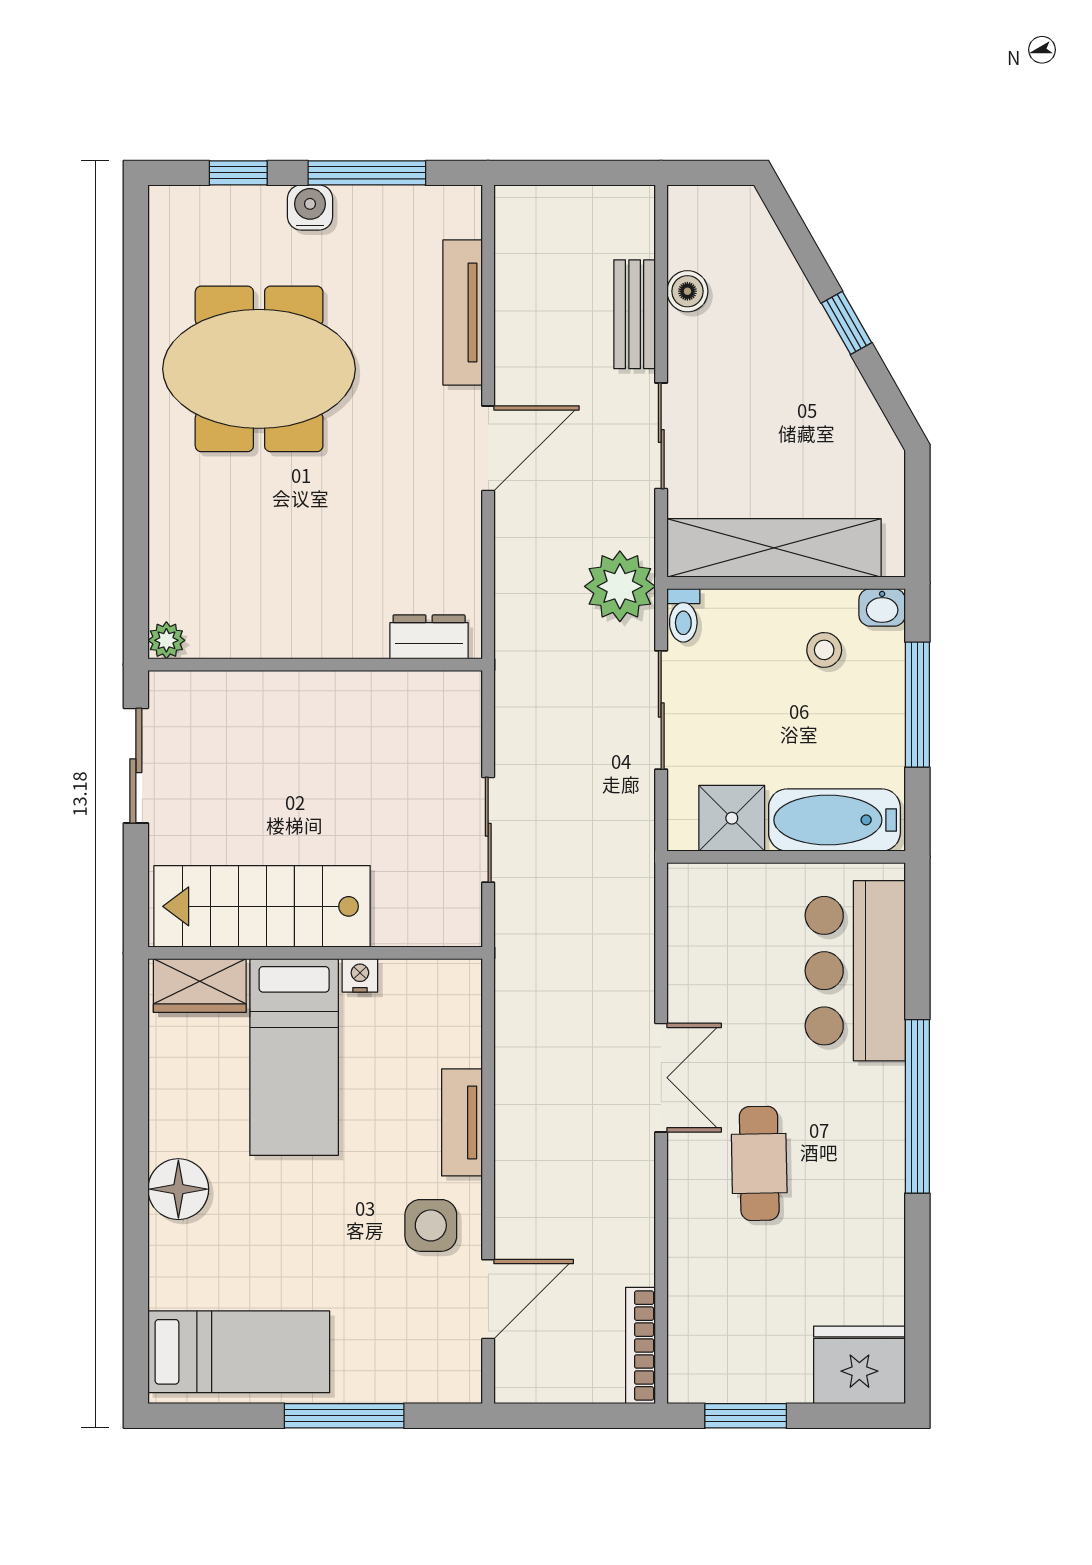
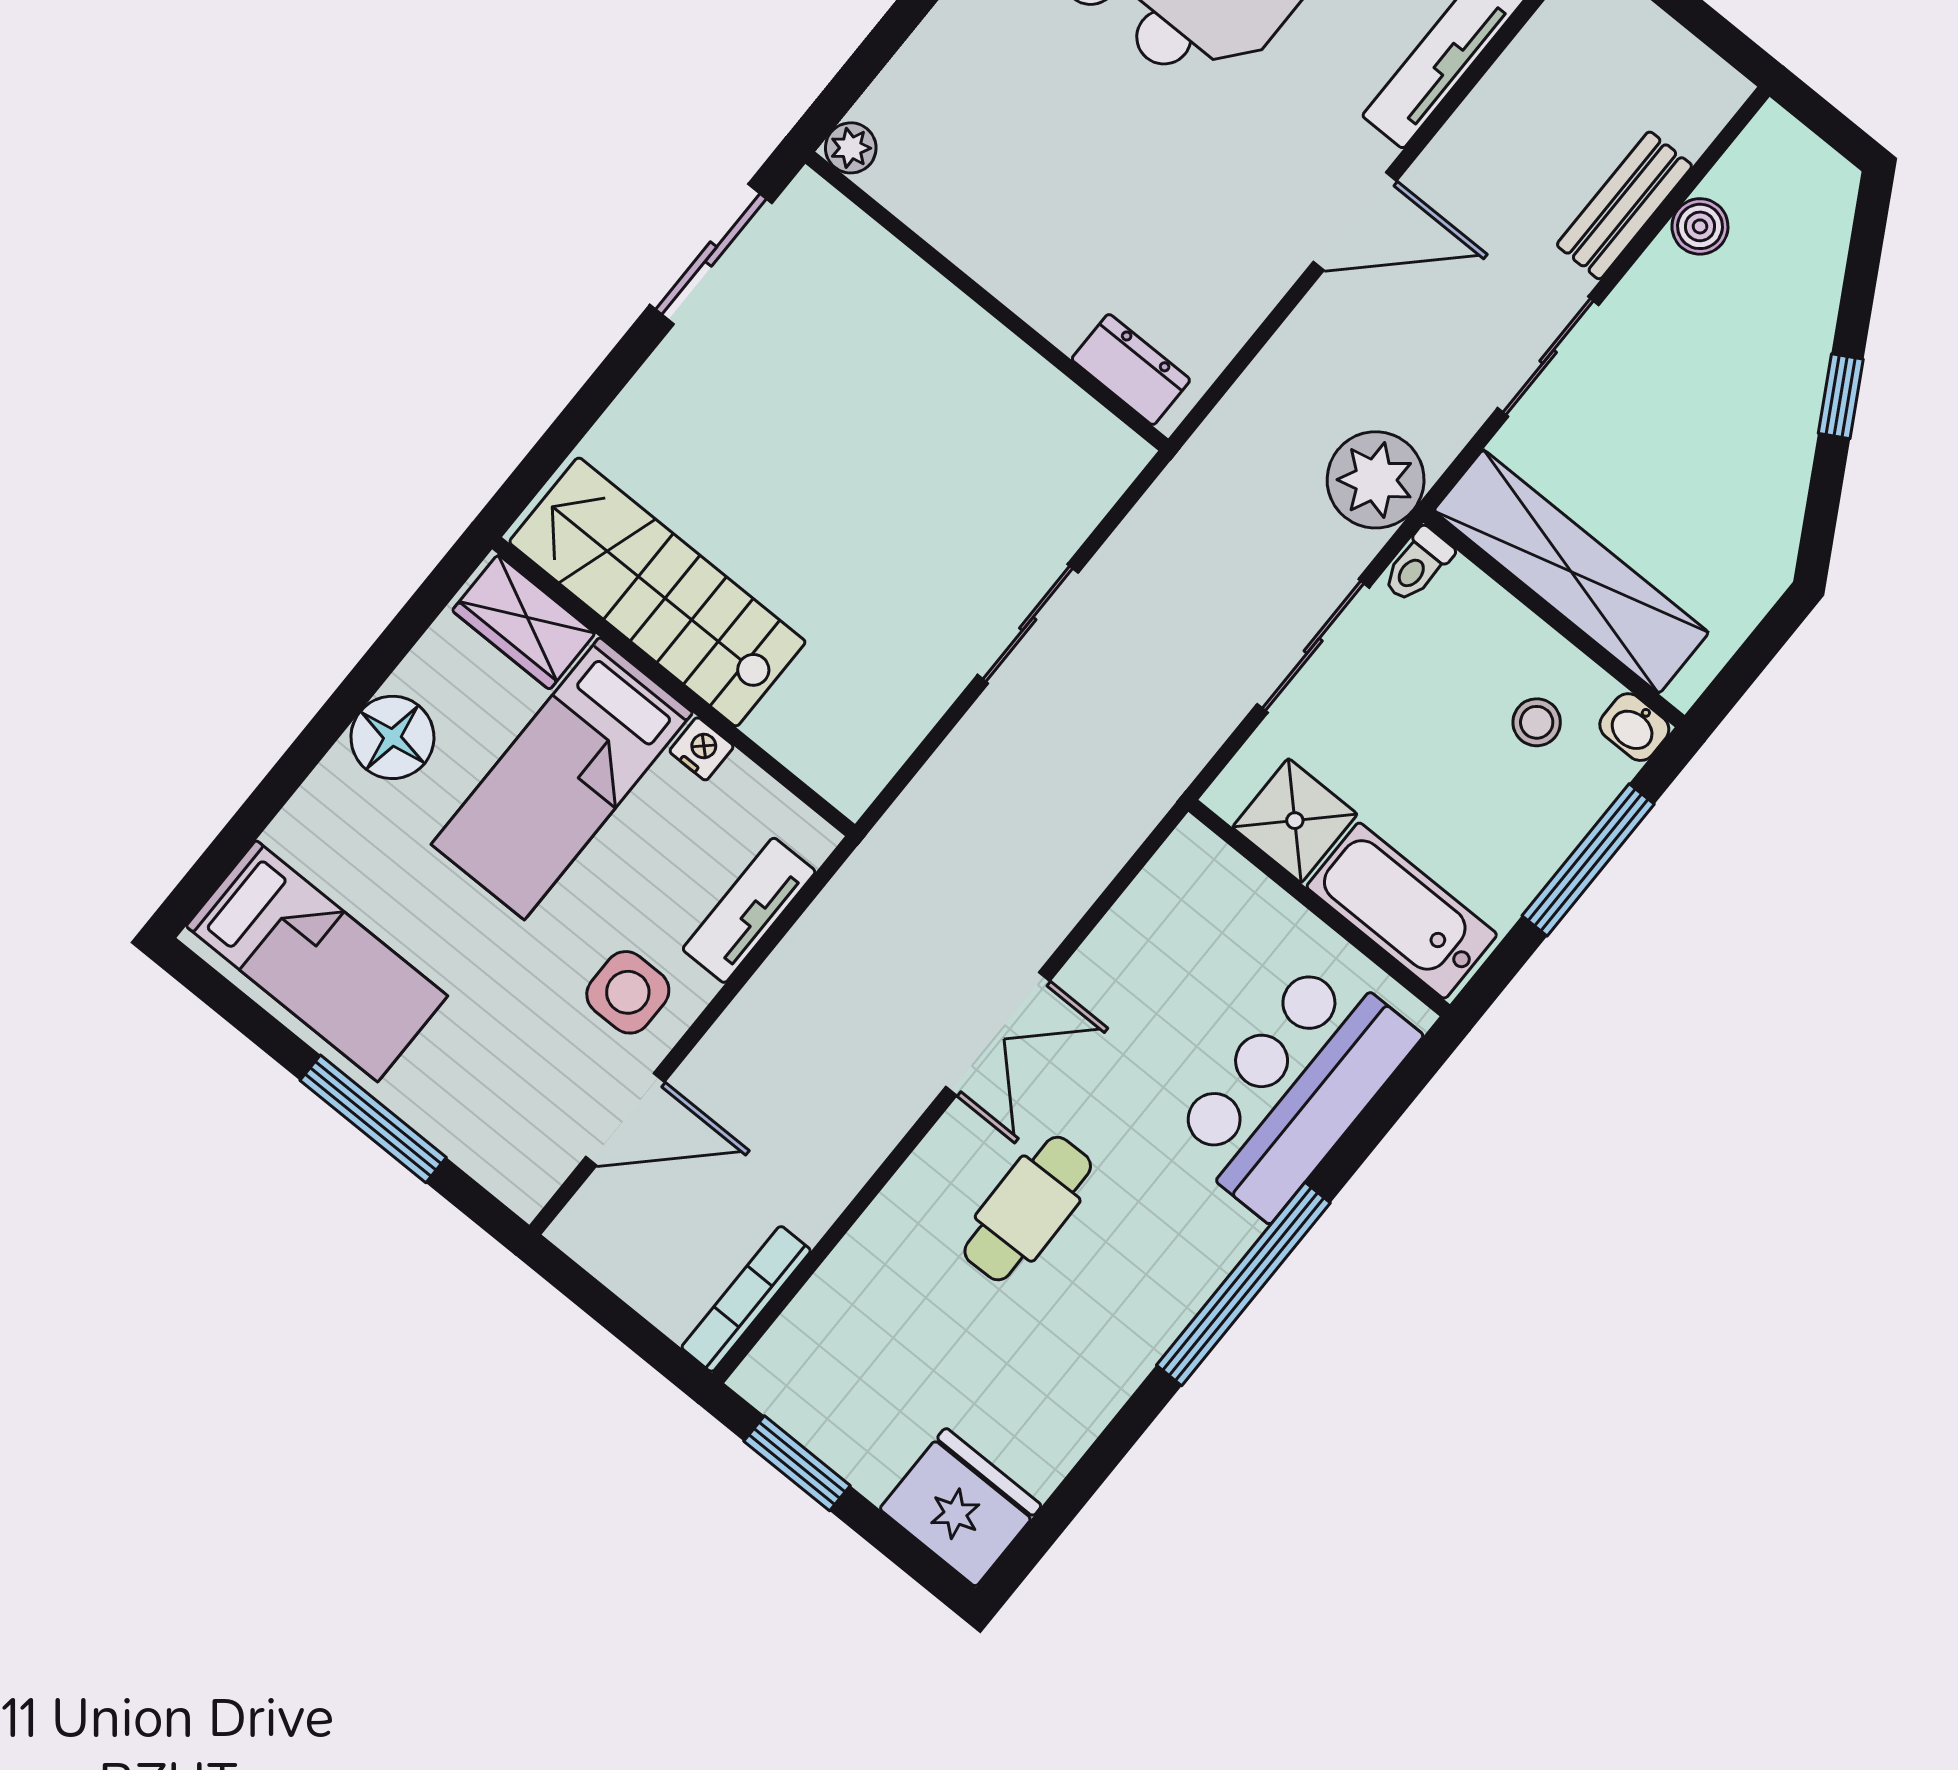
stairs: (262, 906) -> (657, 592), moved
wall: (315, 953) -> (674, 687), moved
nightstand: (360, 975) -> (701, 749), moved
wardrobe: (200, 986) -> (524, 622), moved
bed: (294, 1057) -> (562, 778), moved

